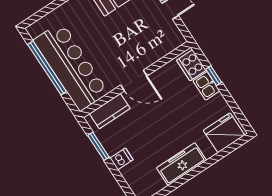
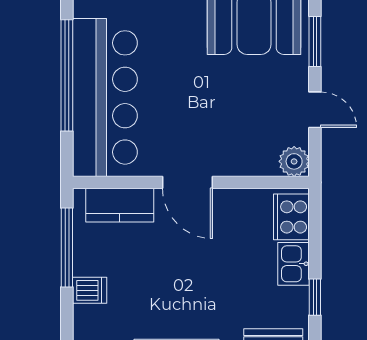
plant: (176, 39) -> (294, 161), added
window: (214, 76) -> (315, 297), moved
window: (98, 146) -> (67, 247), width x1.44

